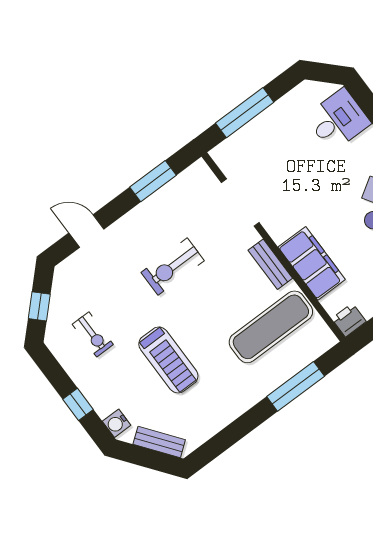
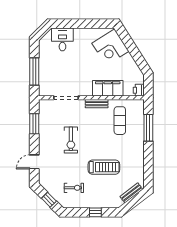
exercise mat: (271, 327) -> (120, 121), width x0.73, depth x0.69
water cooler: (117, 423) -> (113, 203), removed

